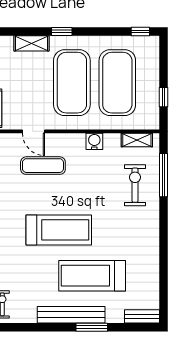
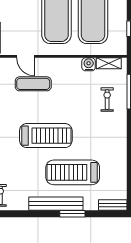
water cooler: (94, 141) -> (89, 64), moved
exercise bike: (135, 185) -> (107, 100), width x0.73, depth x0.72

